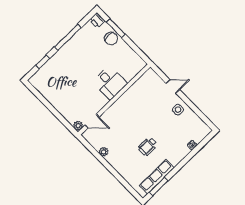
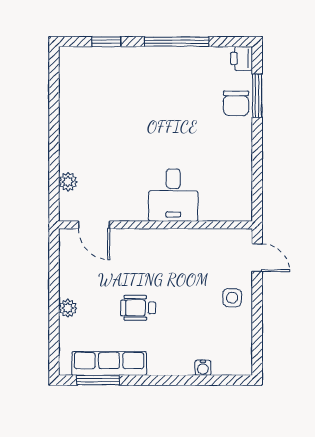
desk: (110, 83) -> (173, 195), moved
wall: (114, 100) -> (156, 225), moved
door: (92, 121) -> (94, 225), moved
plant: (104, 152) -> (68, 308), moved

